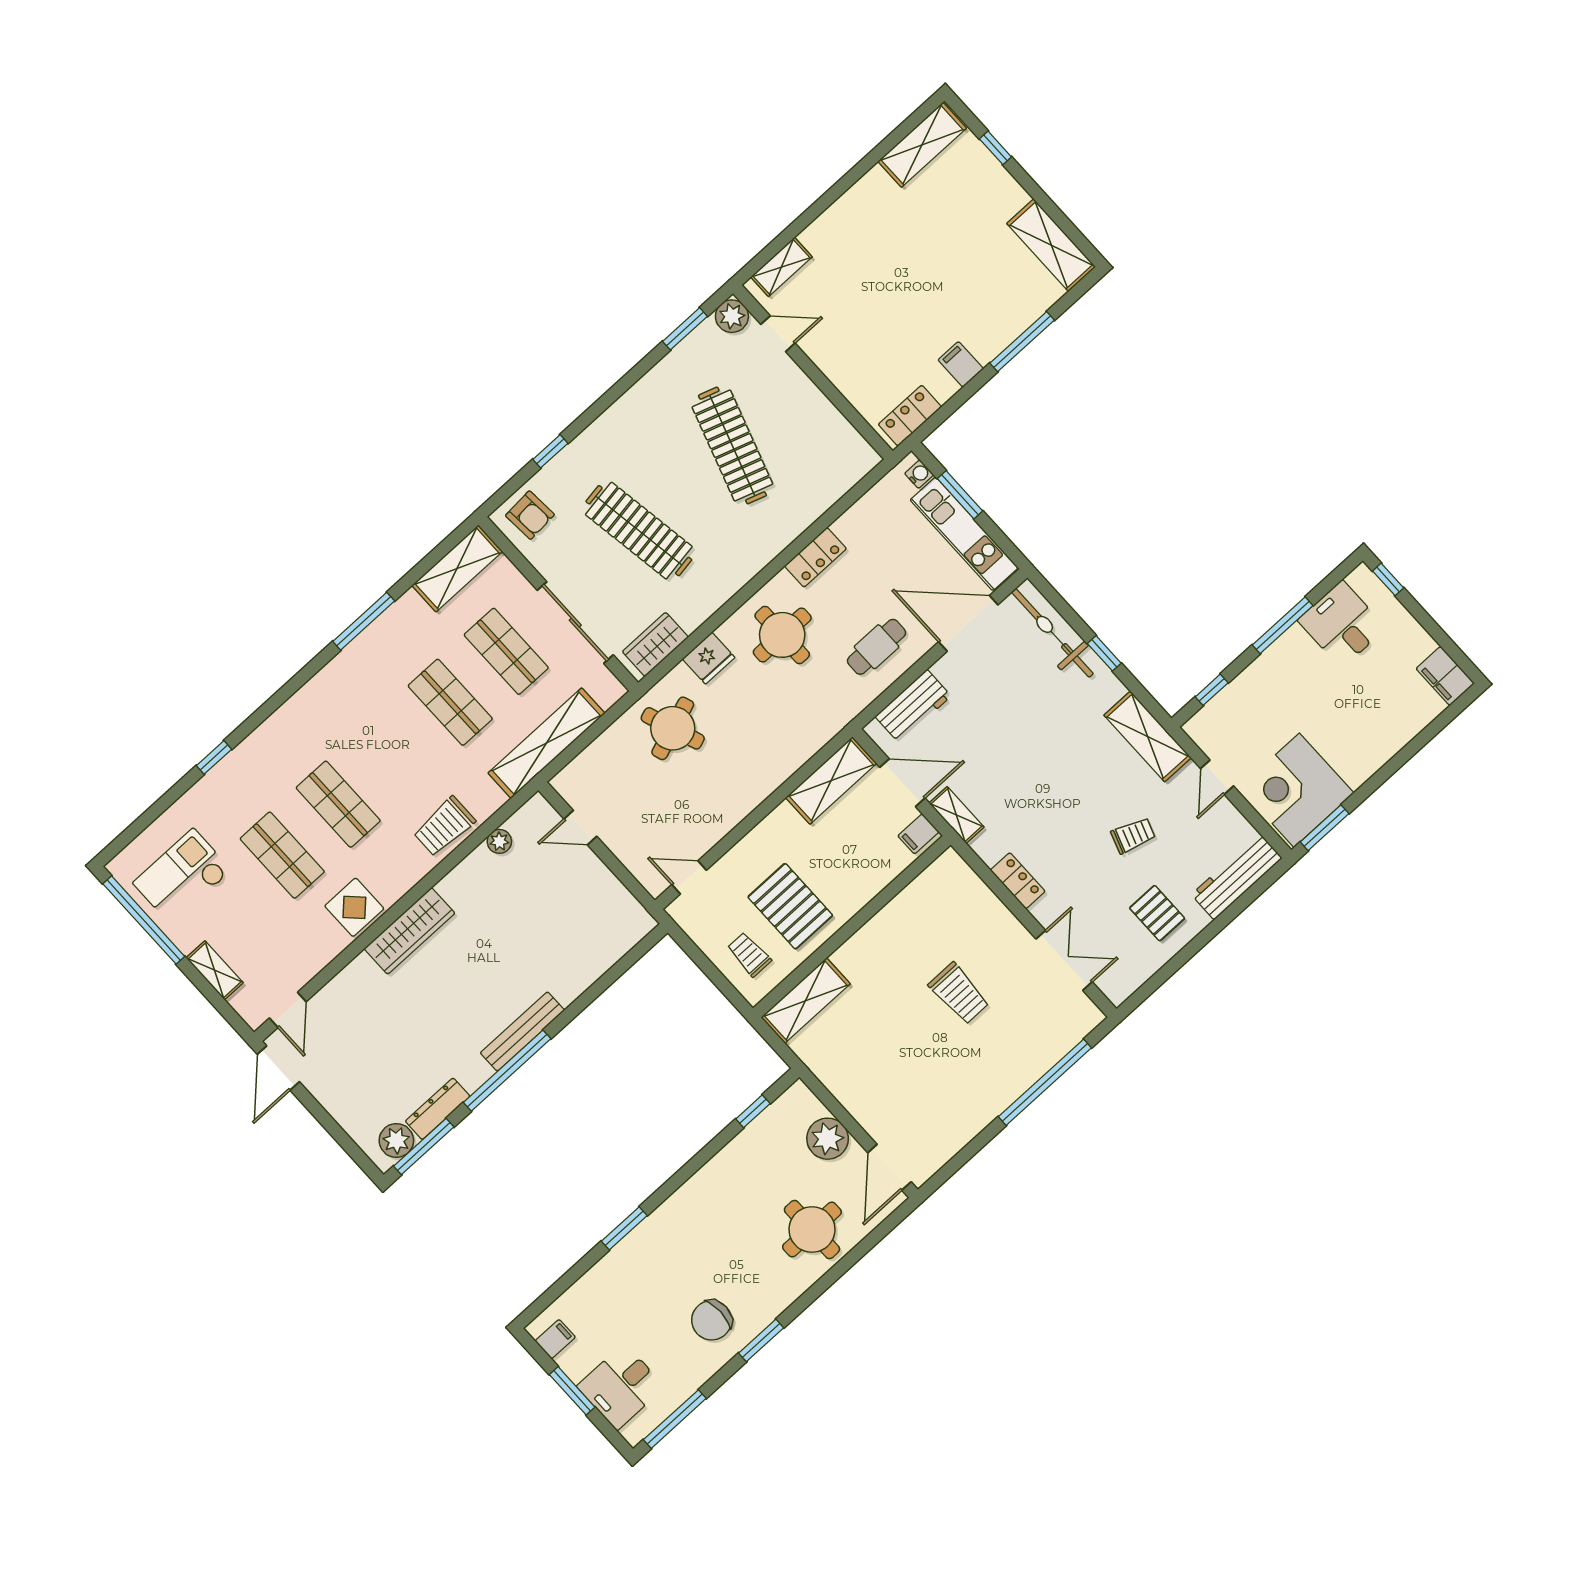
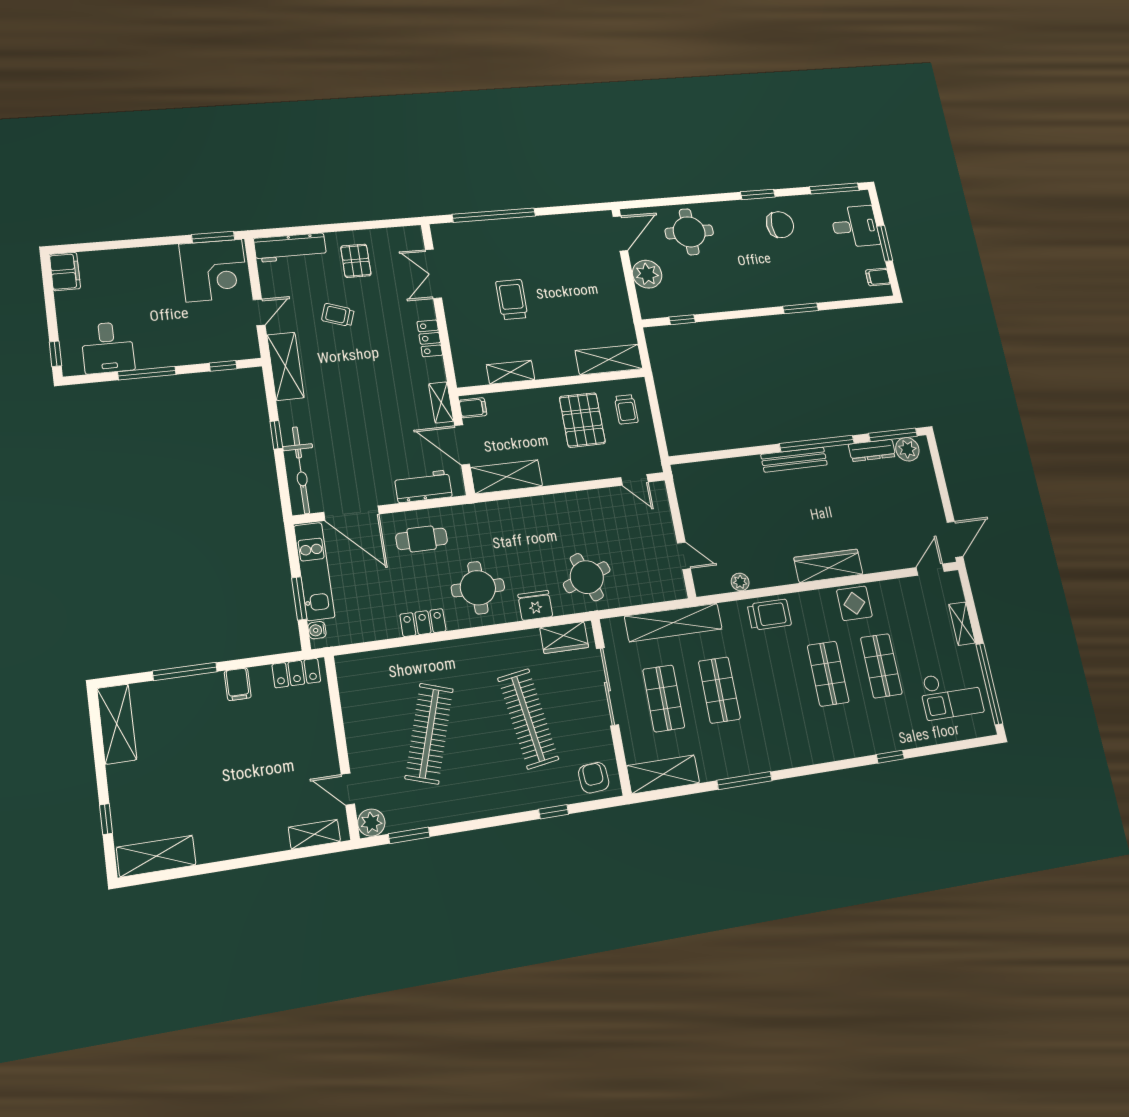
shelving: (905, 905) -> (511, 372), added

